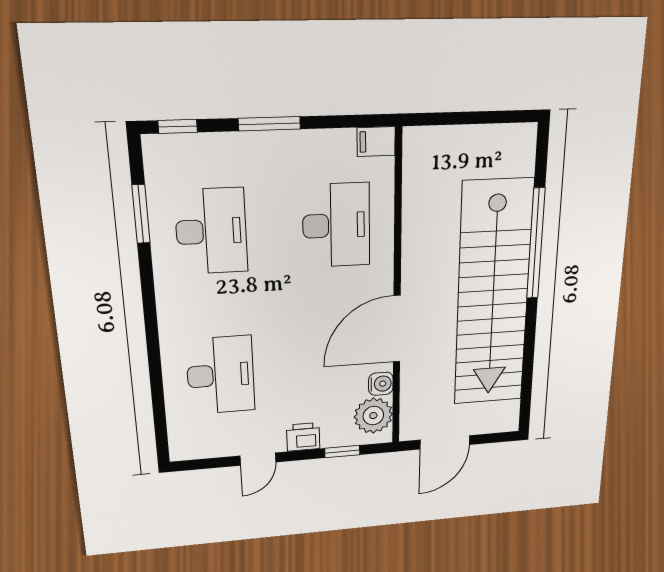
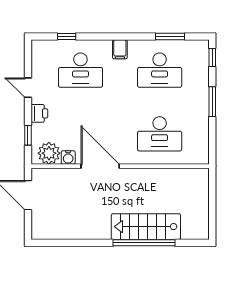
filing cabinet: (376, 142) -> (120, 49), moved, turned 180
stairs: (493, 295) -> (146, 227), width x0.54, depth x0.66
window: (158, 404) -> (67, 36), added

